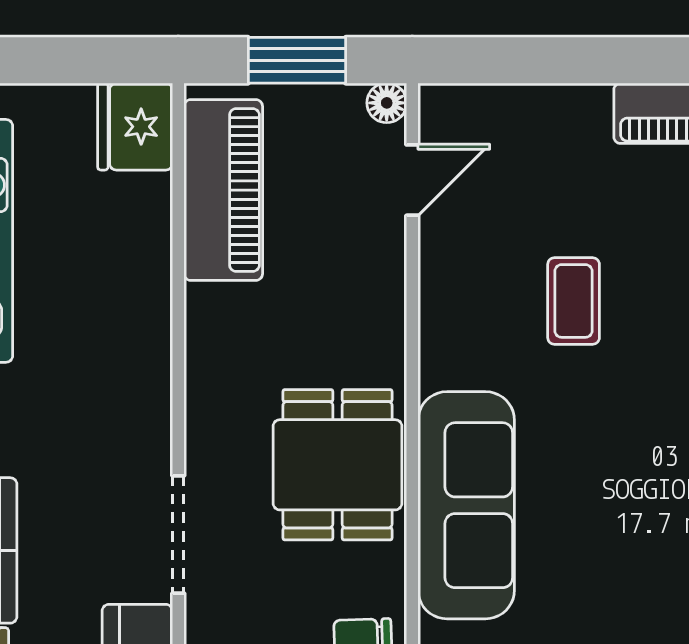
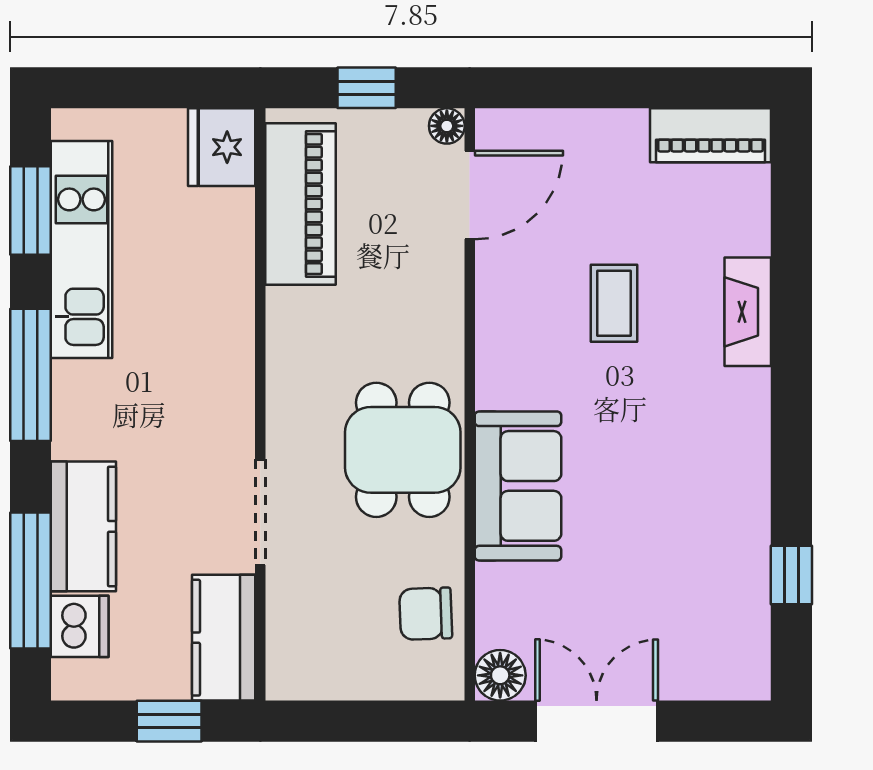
window: (297, 60) -> (367, 88), width x0.67
door: (412, 180) -> (470, 195), width x1.38
sofa: (466, 505) -> (518, 486), width x0.73

